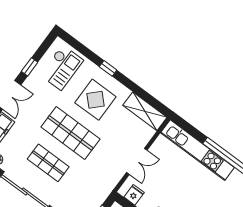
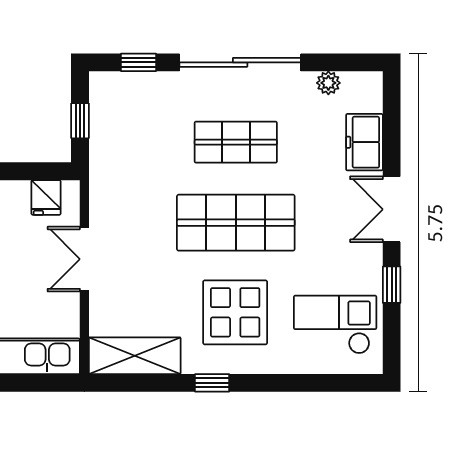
checkout: (62, 68) -> (335, 325), turned 90
window: (108, 68) -> (212, 383), moved

